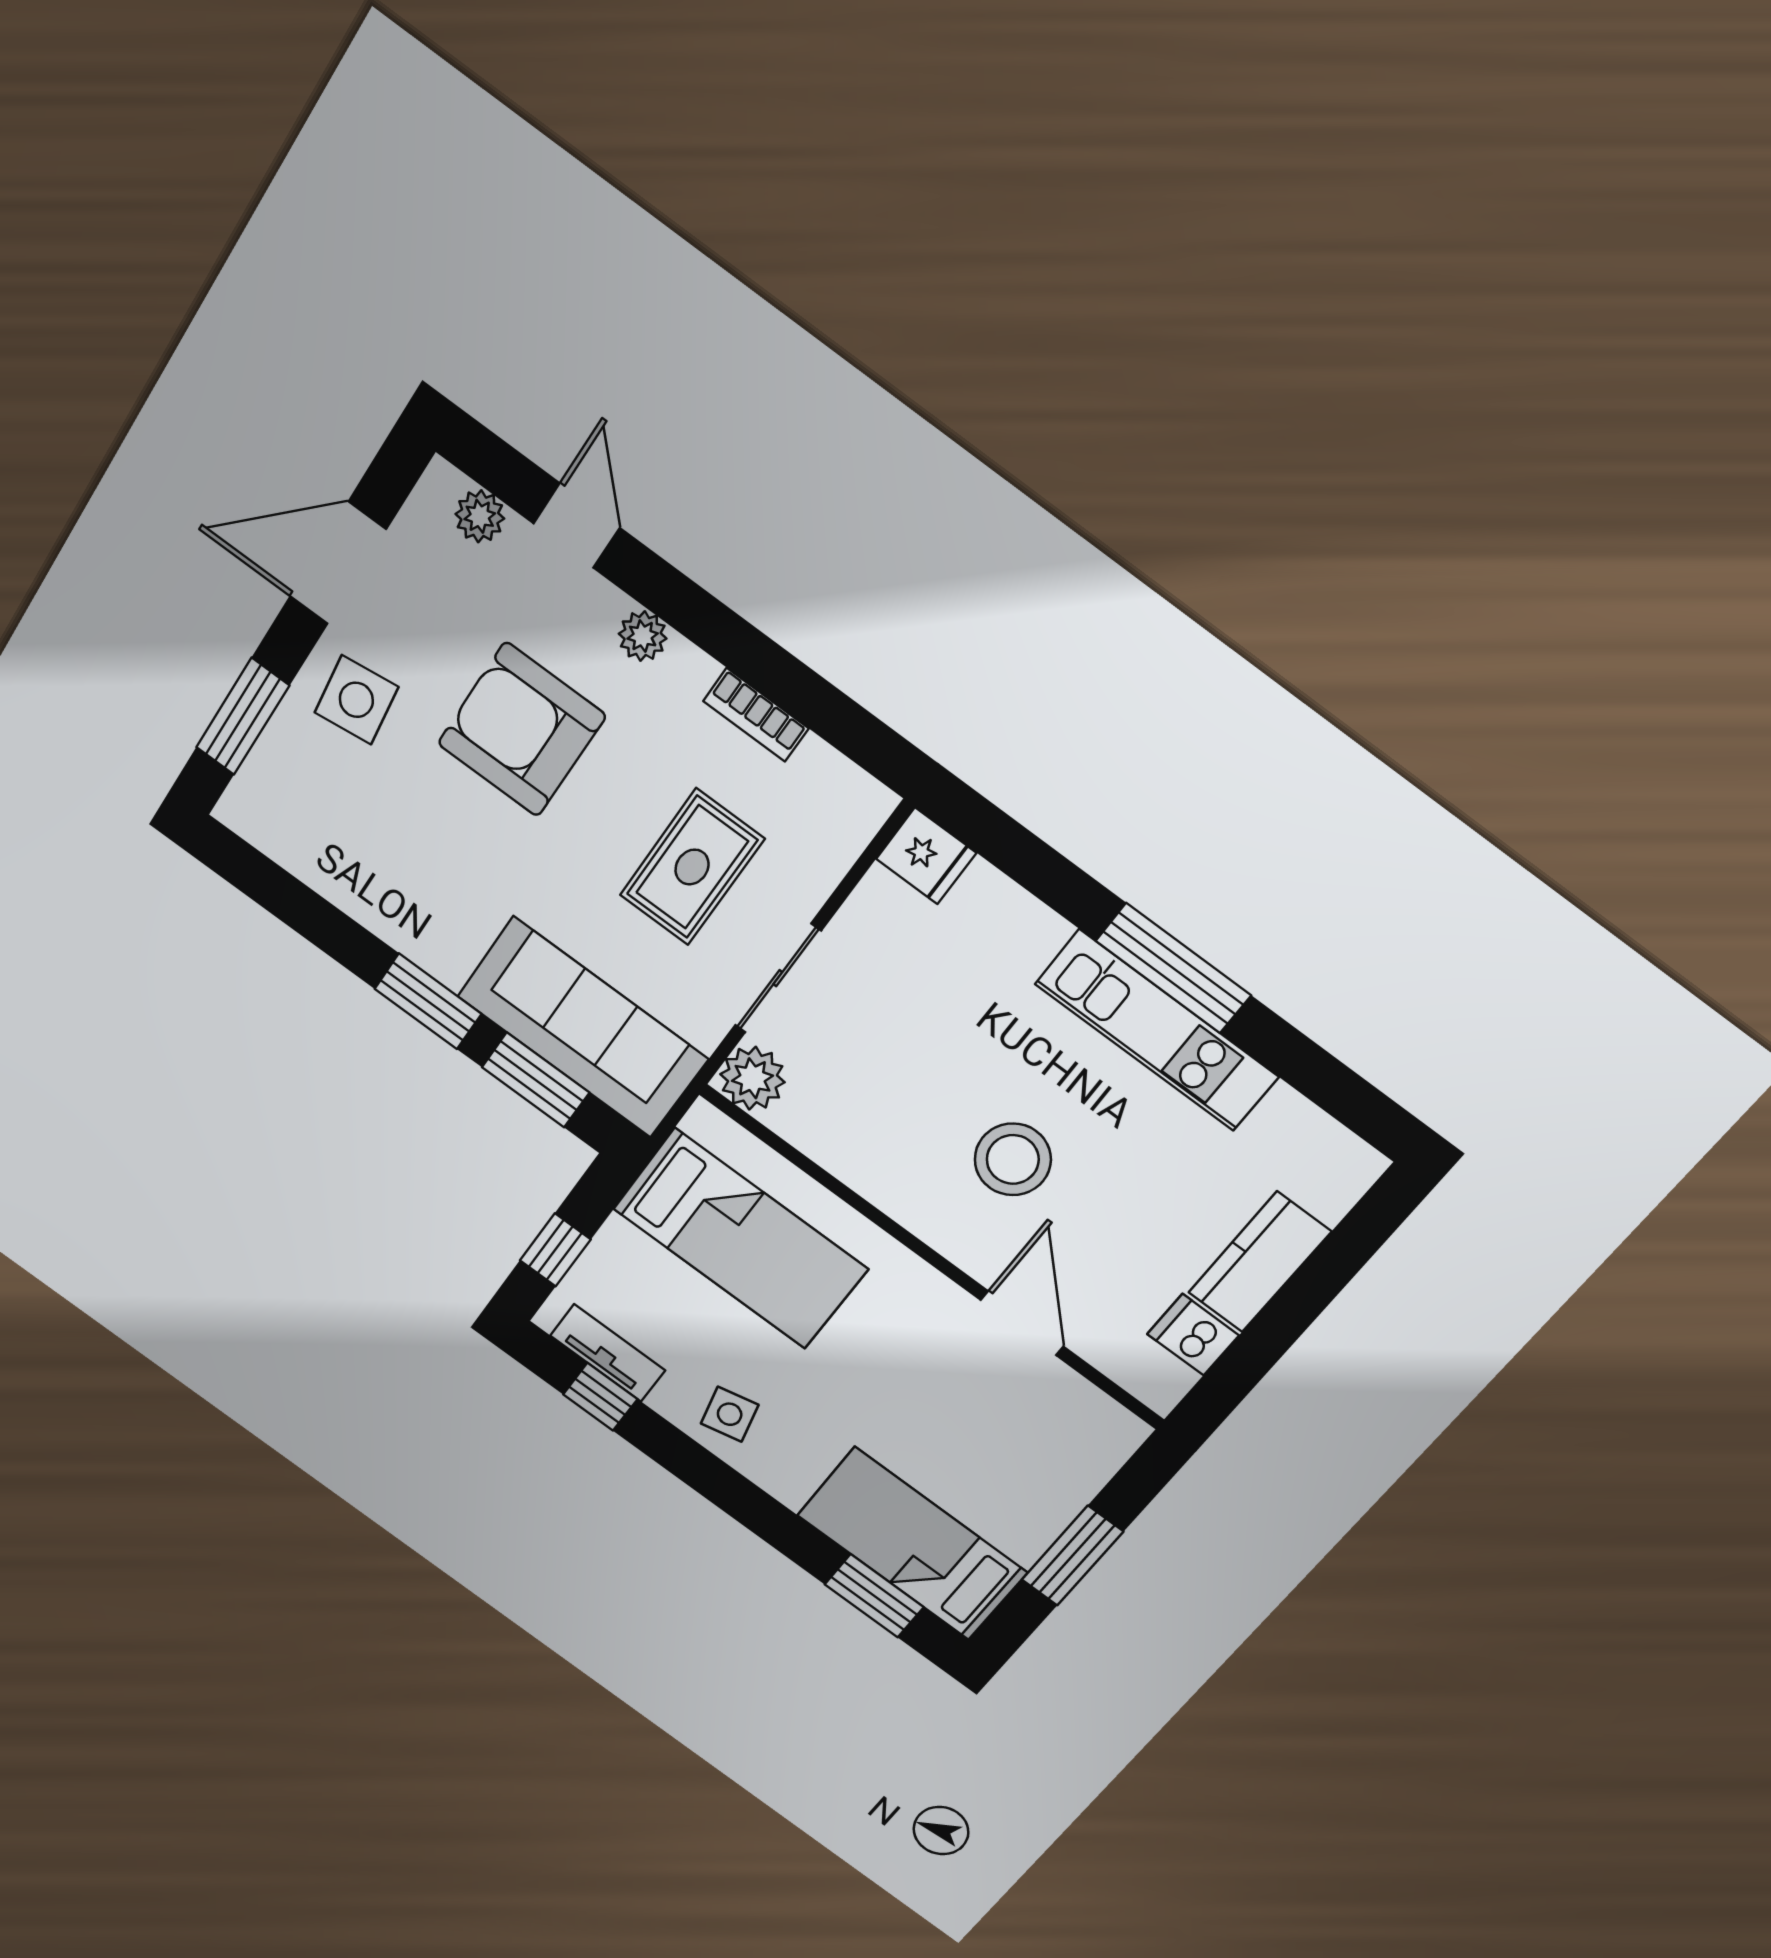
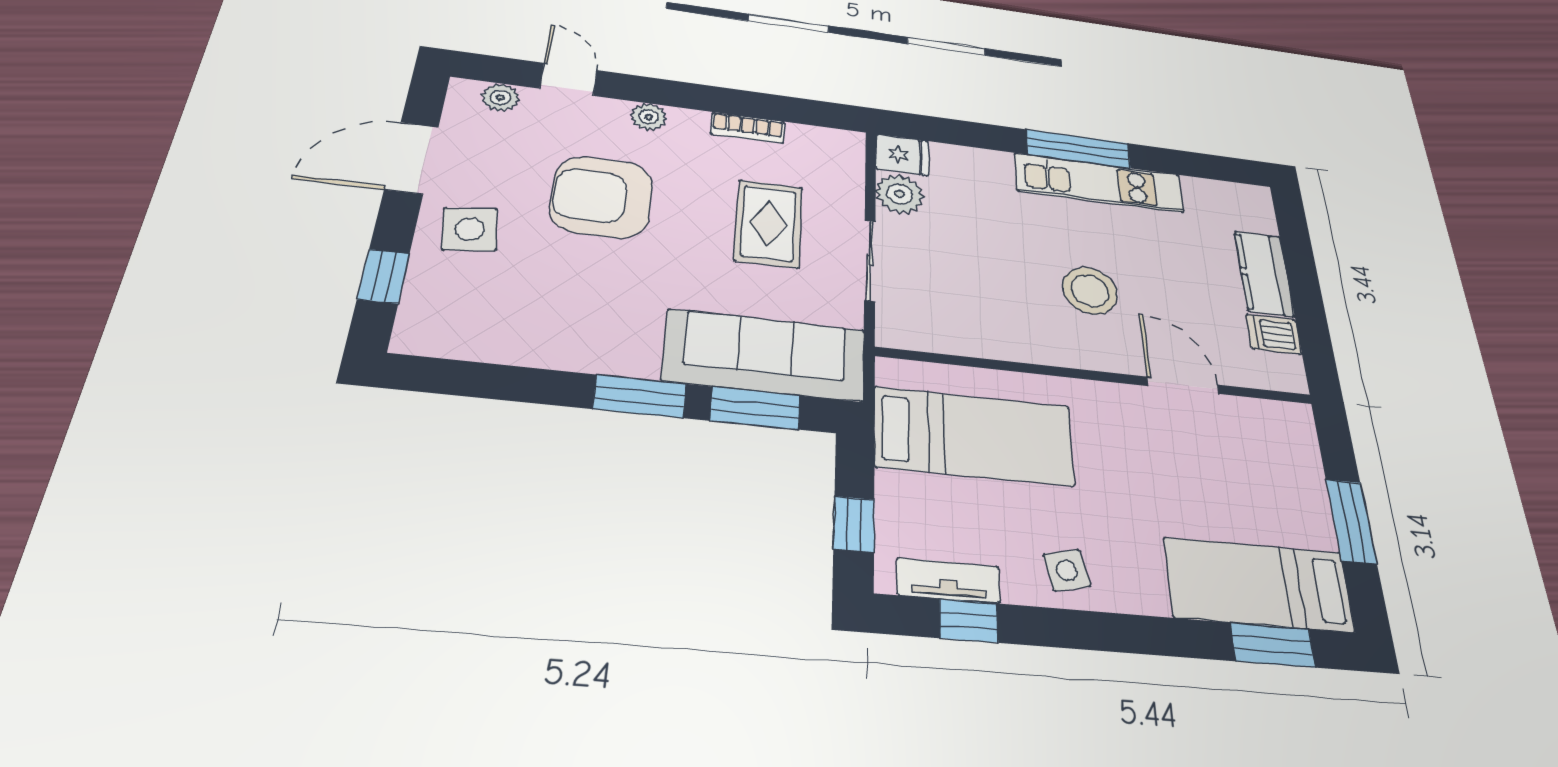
window: (243, 717) -> (383, 276), width x0.67
plant: (752, 1078) -> (900, 194), moved

